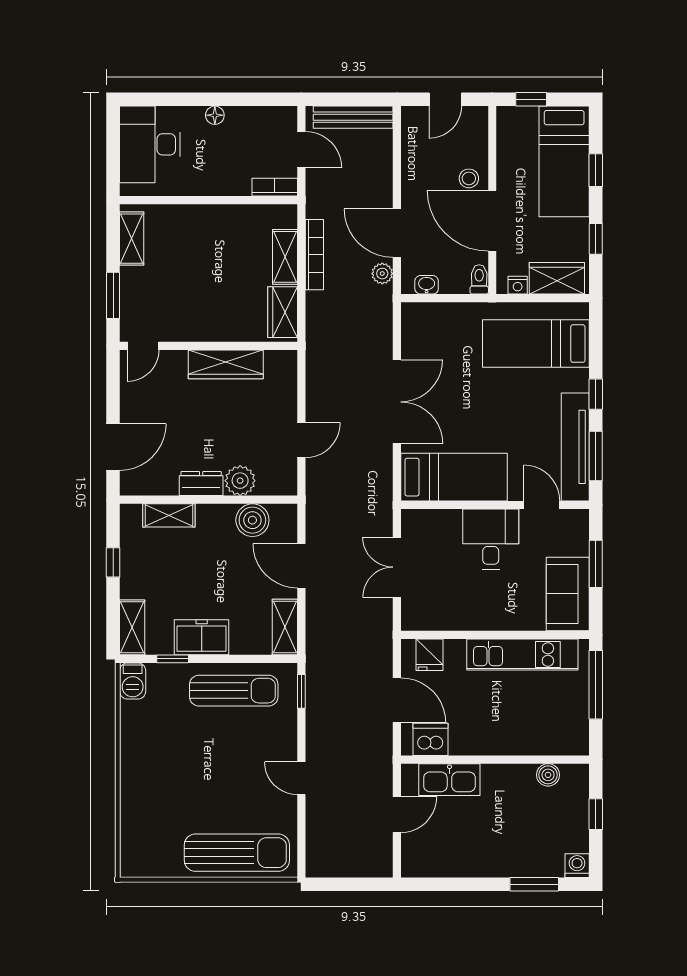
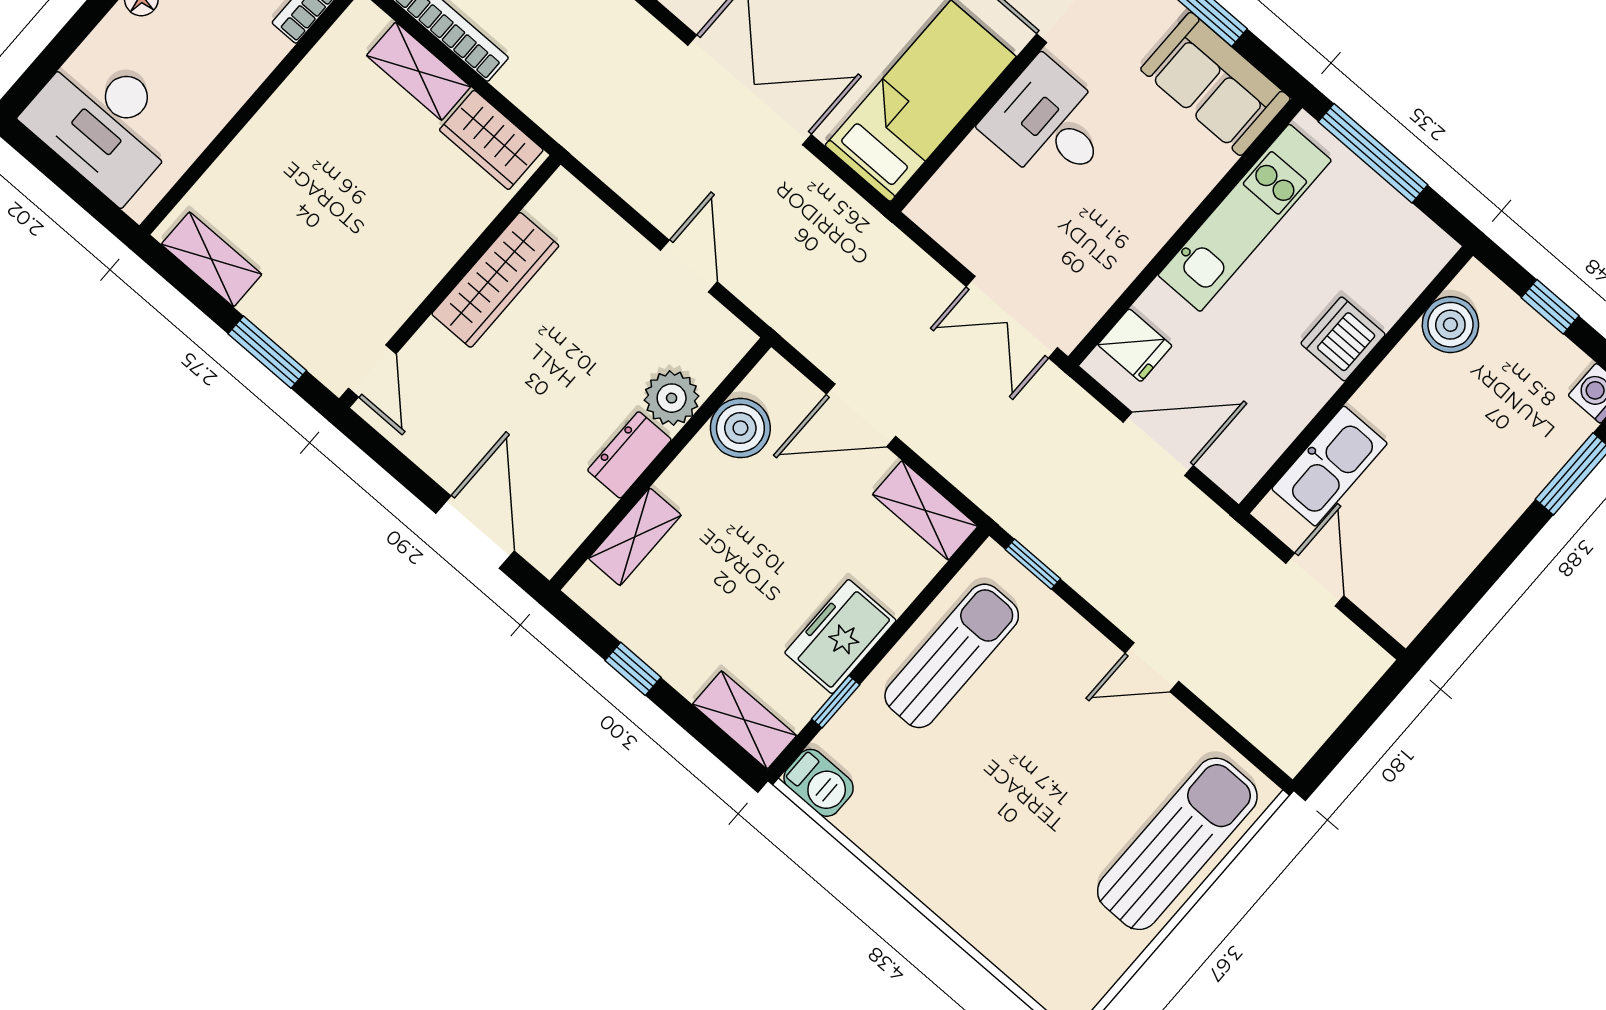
double door: (397, 567) -> (1012, 317), moved
dishwasher: (431, 739) -> (1343, 339), moved
boiler: (548, 775) -> (1450, 325), width x1.36, depth x1.36

